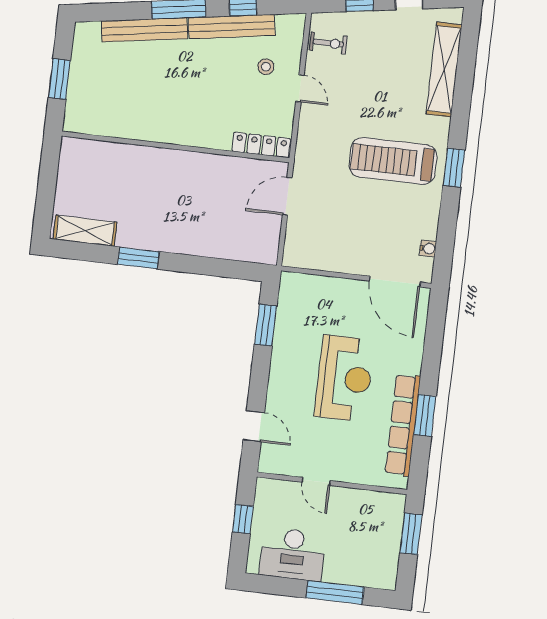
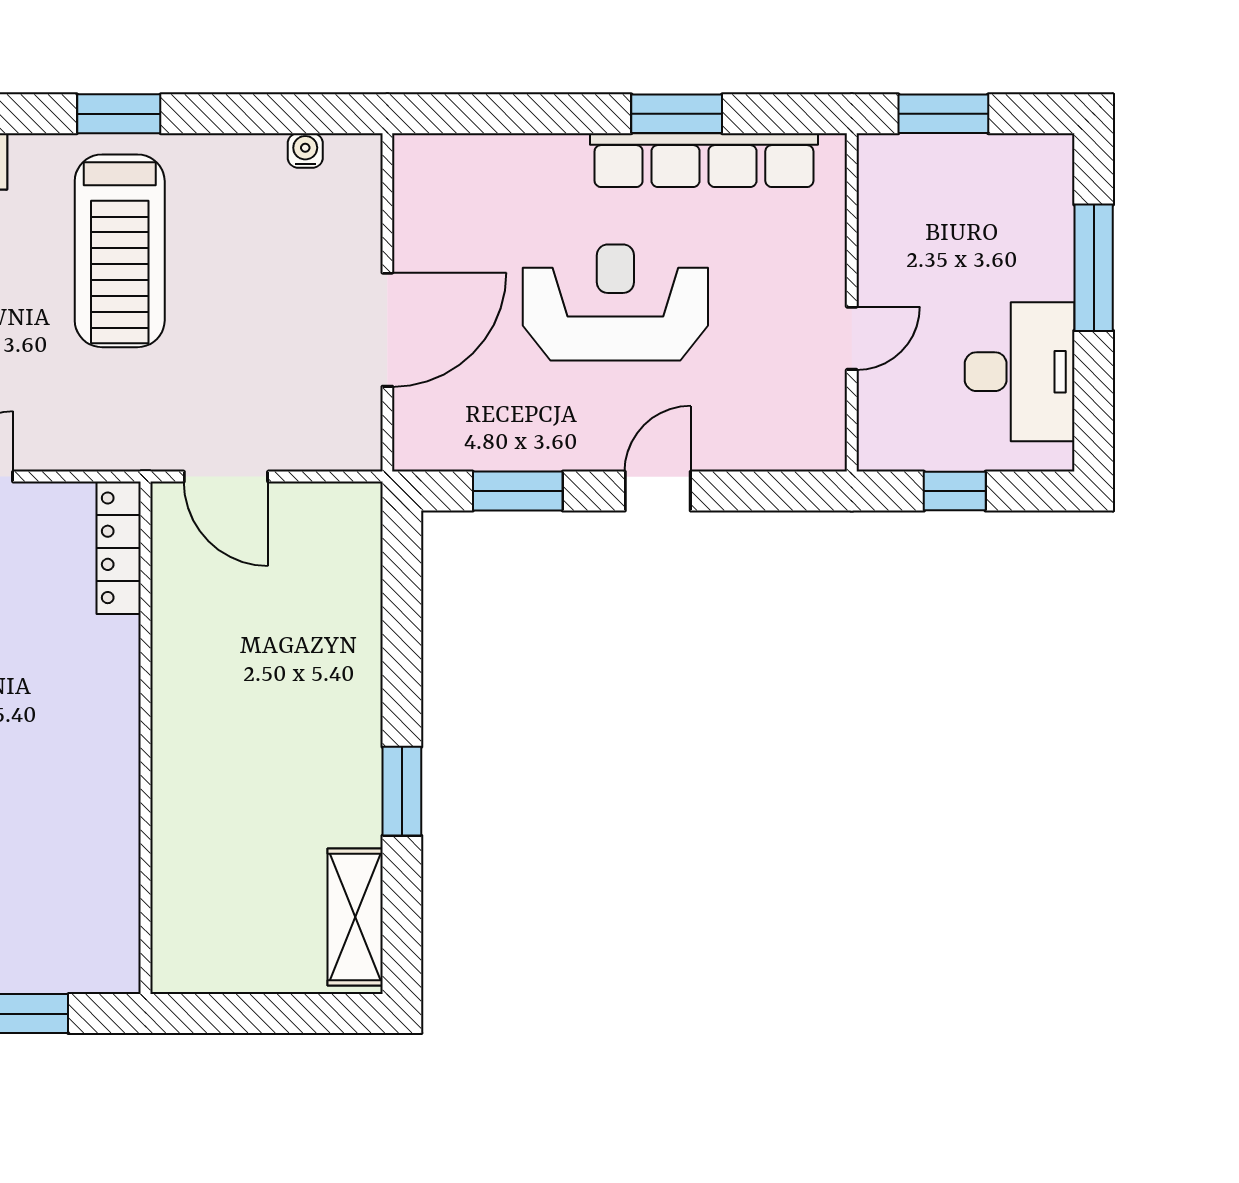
door: (395, 282) -> (387, 330), moved
door: (254, 426) -> (658, 491), moved

